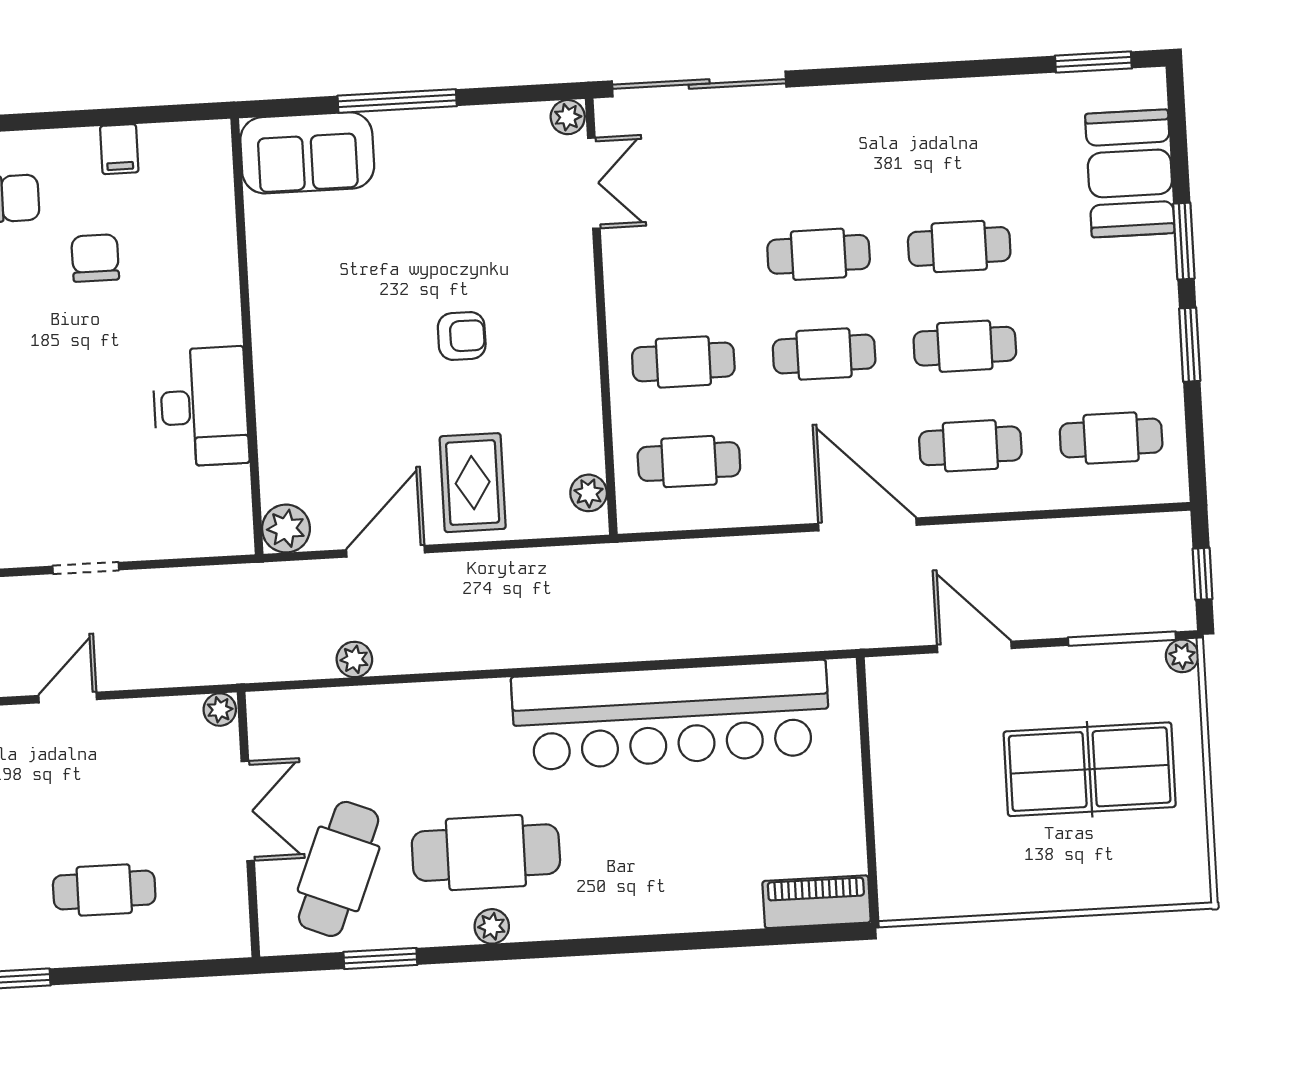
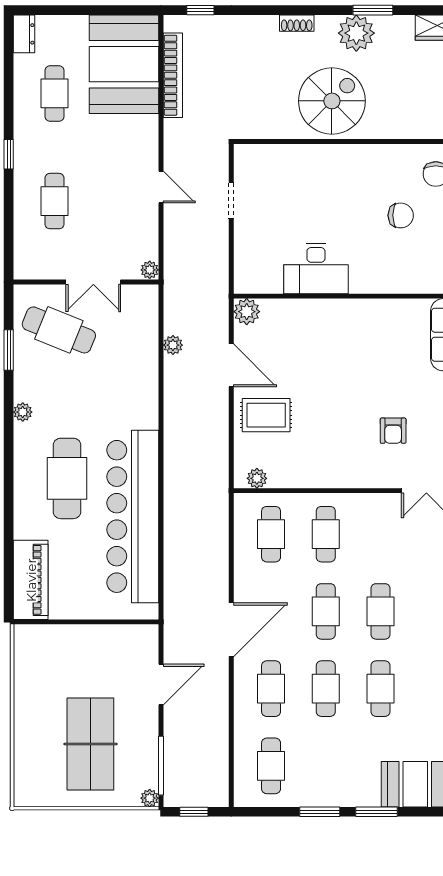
armchair: (462, 336) -> (393, 431), moved
cafe table: (486, 853) -> (67, 478), moved
piano: (817, 902) -> (31, 580), width x1.37, depth x1.33

